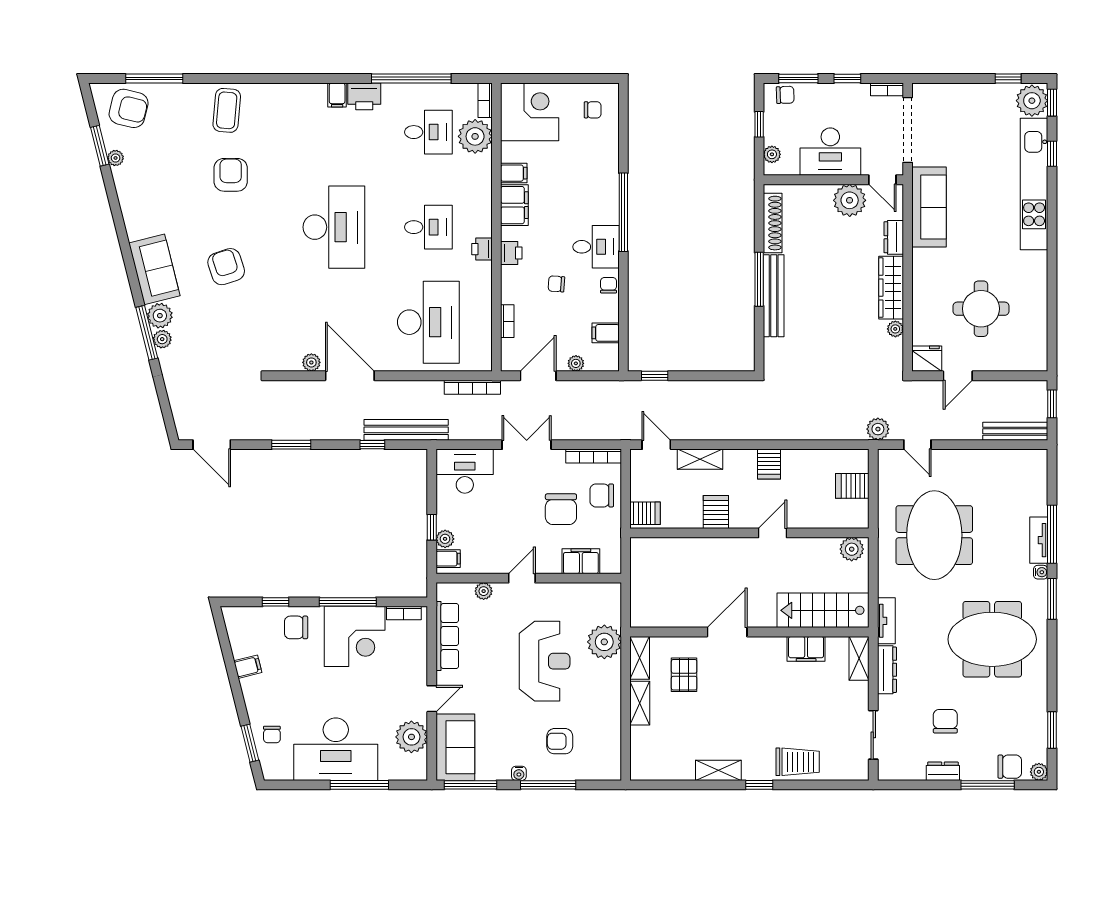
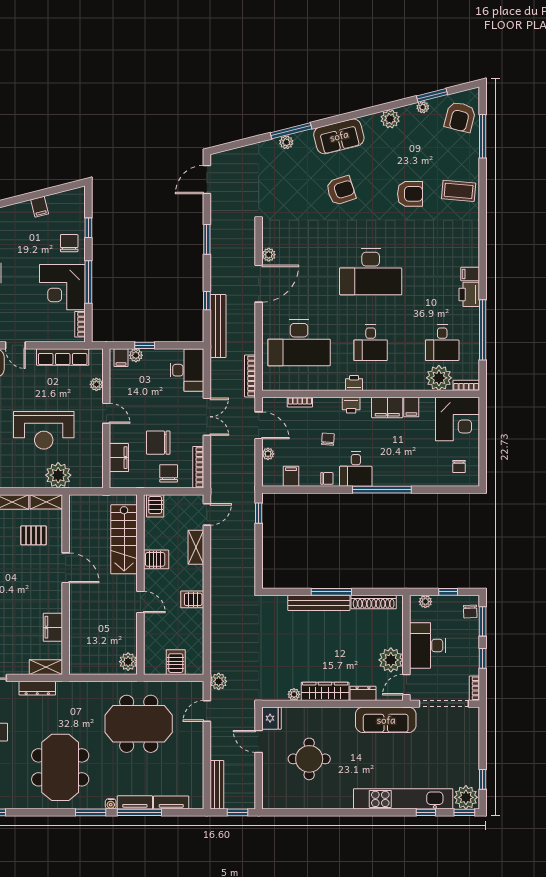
plant: (160, 316) -> (390, 119), moved
stairs: (823, 610) -> (124, 539), moved, turned 180
tv unit: (886, 621) -> (171, 803), moved, turned 180

